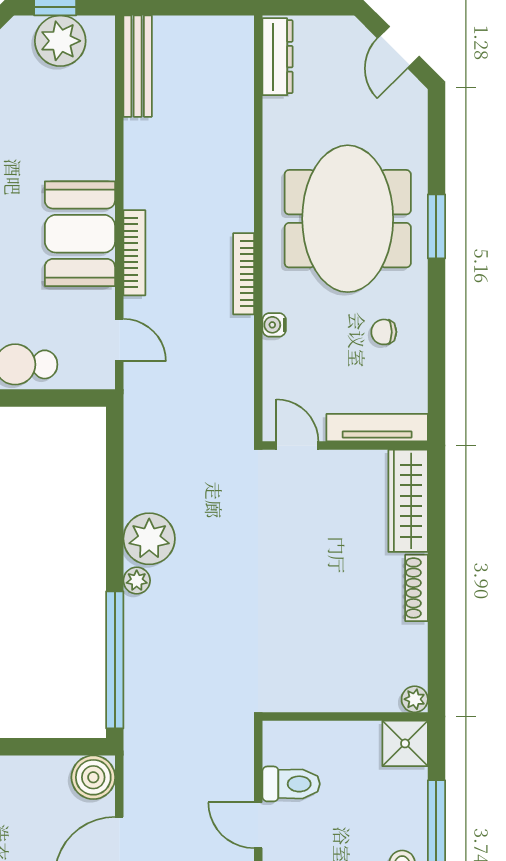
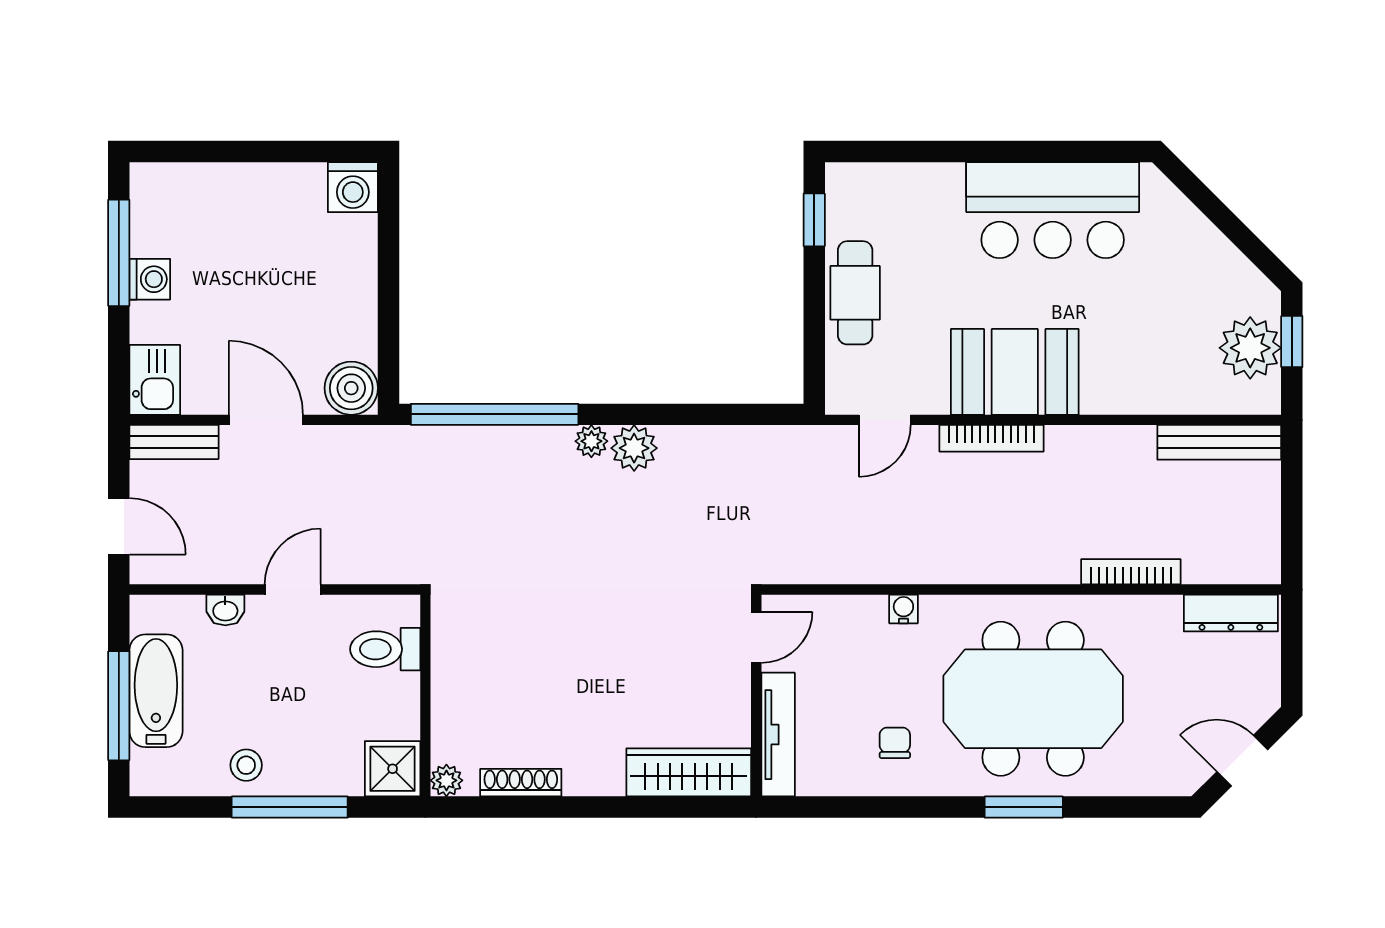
bookcase: (244, 274) -> (1131, 572), moved
plant: (149, 539) -> (634, 448), width x0.73, depth x0.73
shoe rack: (416, 588) -> (521, 783), moved
toilet: (291, 784) -> (385, 649), moved, turned 90

